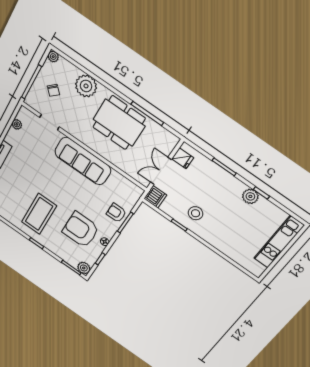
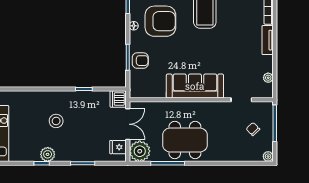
plant: (86, 86) -> (140, 151), moved
stool: (196, 213) -> (56, 121), moved

